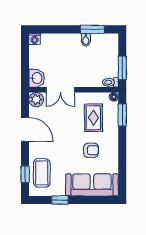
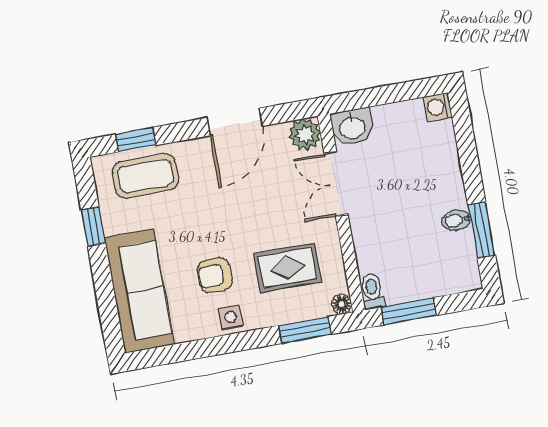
side table: (111, 147) -> (230, 317), added
armchair: (91, 150) -> (215, 275), turned 90

